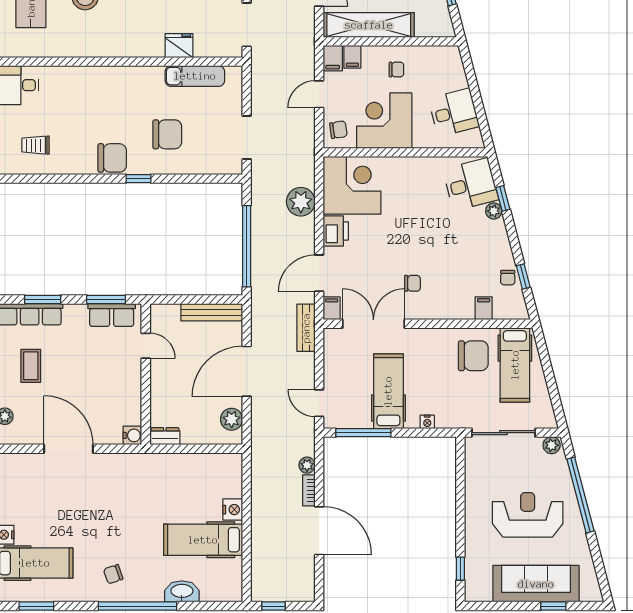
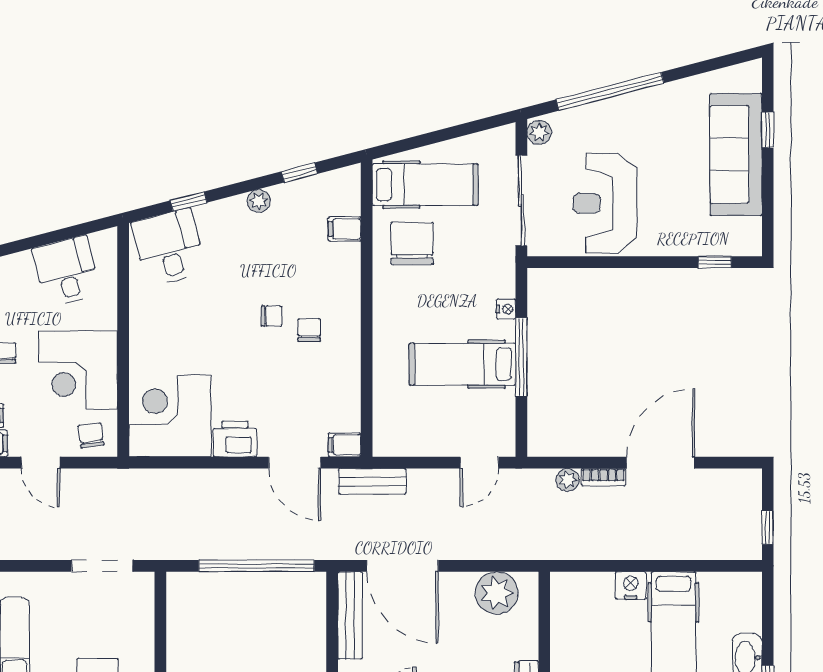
plant: (301, 202) -> (193, 489), removed
plant: (494, 211) -> (259, 201), moved
chair: (508, 278) -> (272, 316), moved
double door: (373, 324) -> (367, 385), removed
door: (247, 371) -> (402, 566), moved
plant: (232, 419) -> (497, 593), width x1.36, depth x1.36
window: (363, 433) -> (521, 357), moved
reception desk: (528, 515) -> (605, 203), moved

